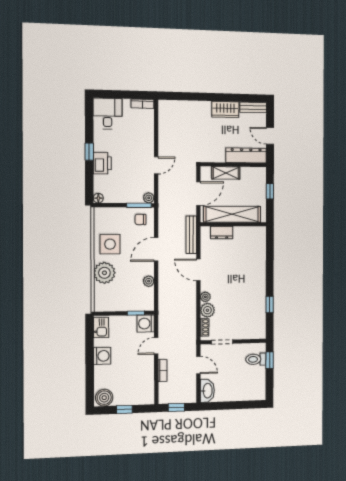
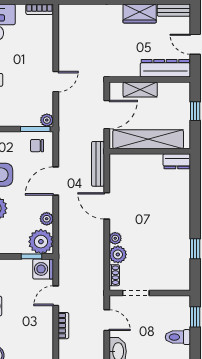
dresser: (222, 233) -> (177, 161), moved
plant: (144, 301) -> (41, 242), added
toilet: (256, 359) -> (178, 337), moved

